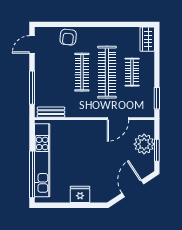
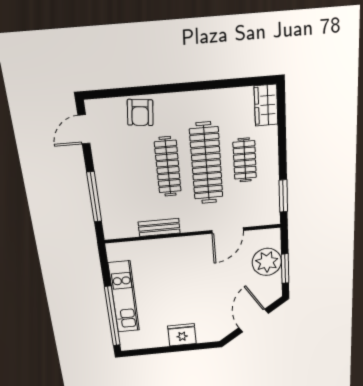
bench: (51, 112) -> (159, 227), moved
kitchen unit: (42, 160) -> (124, 297), width x0.73

